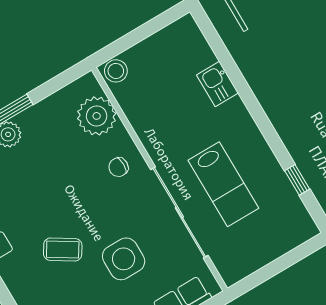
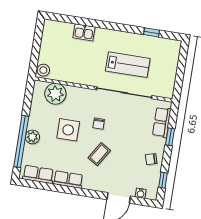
chair: (118, 167) -> (99, 124), moved
side table: (124, 259) -> (68, 130), moved

